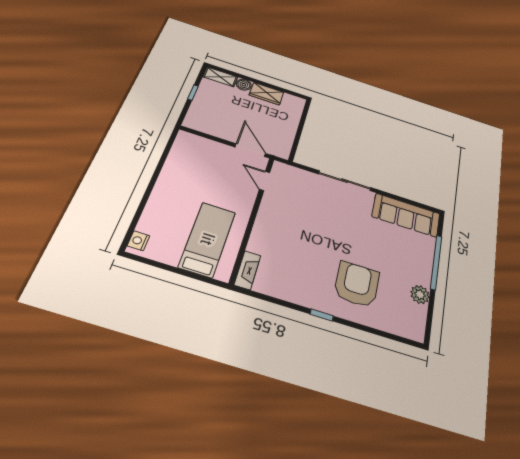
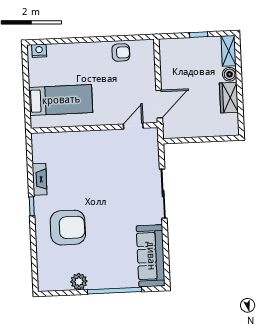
armchair: (180, 163) -> (121, 52), added
fireplace: (248, 270) -> (40, 179), moved, turned -90

